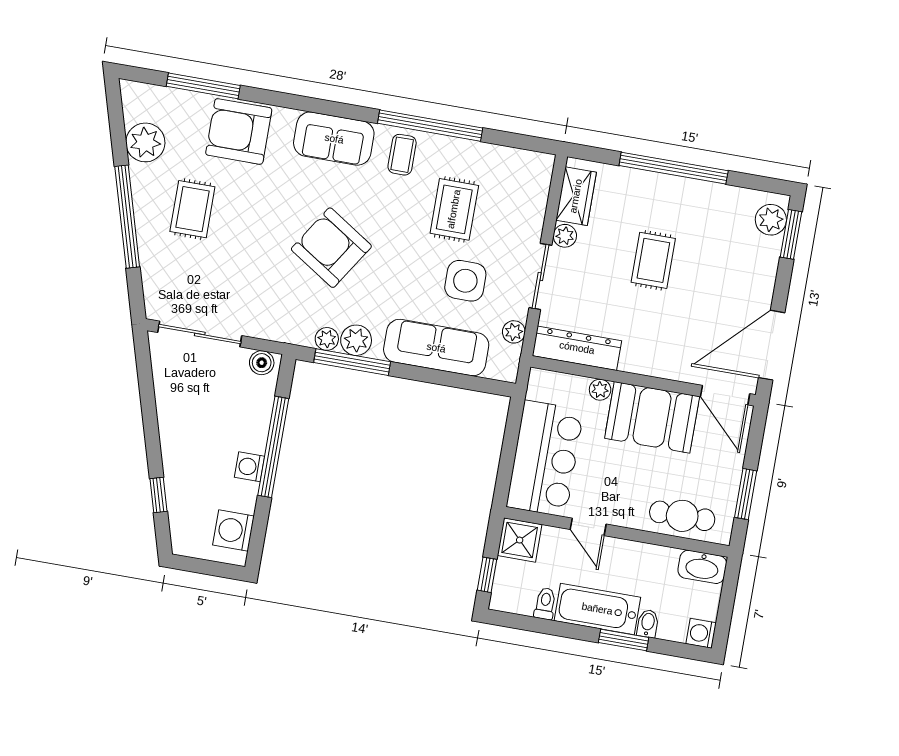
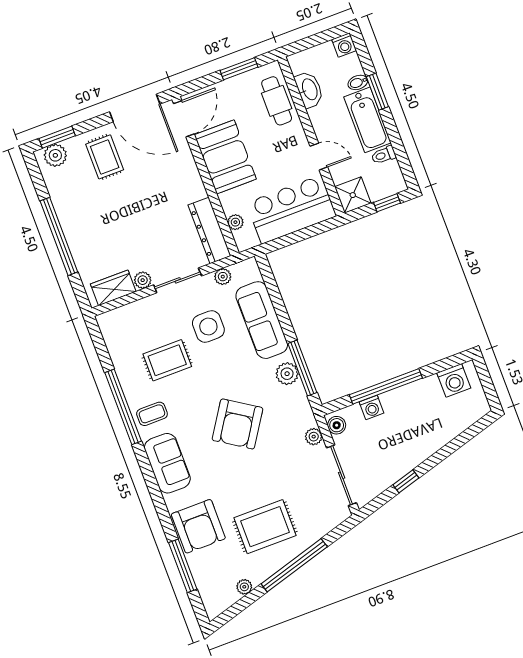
plant: (145, 142) -> (244, 587), width x0.53, depth x0.53
rug: (192, 209) -> (265, 527), width x1.36, depth x1.43
rug: (653, 260) -> (105, 157), moved, turned 90
plant: (327, 339) -> (314, 437), moved
plant: (600, 390) -> (235, 222), moved
washing machine: (250, 467) -> (371, 407), moved
window: (158, 495) -> (406, 481), moved
door: (588, 527) -> (319, 157), hinge flipped
washbasin: (702, 567) -> (309, 90), moved

